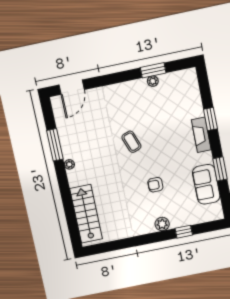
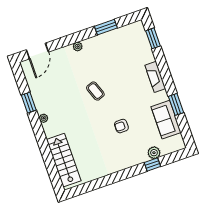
plant: (153, 81) -> (78, 47), moved
window: (210, 119) -> (153, 38), moved
window: (55, 145) -> (29, 103), width x0.69
plant: (162, 224) -> (154, 153), moved

